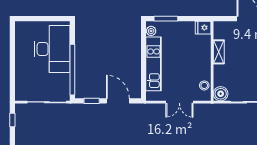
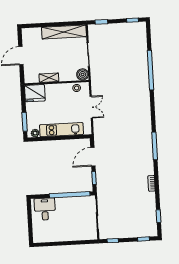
fridge: (203, 28) -> (35, 93), width x1.88, depth x1.34
desk: (52, 49) -> (45, 209), width x0.53, depth x0.77

